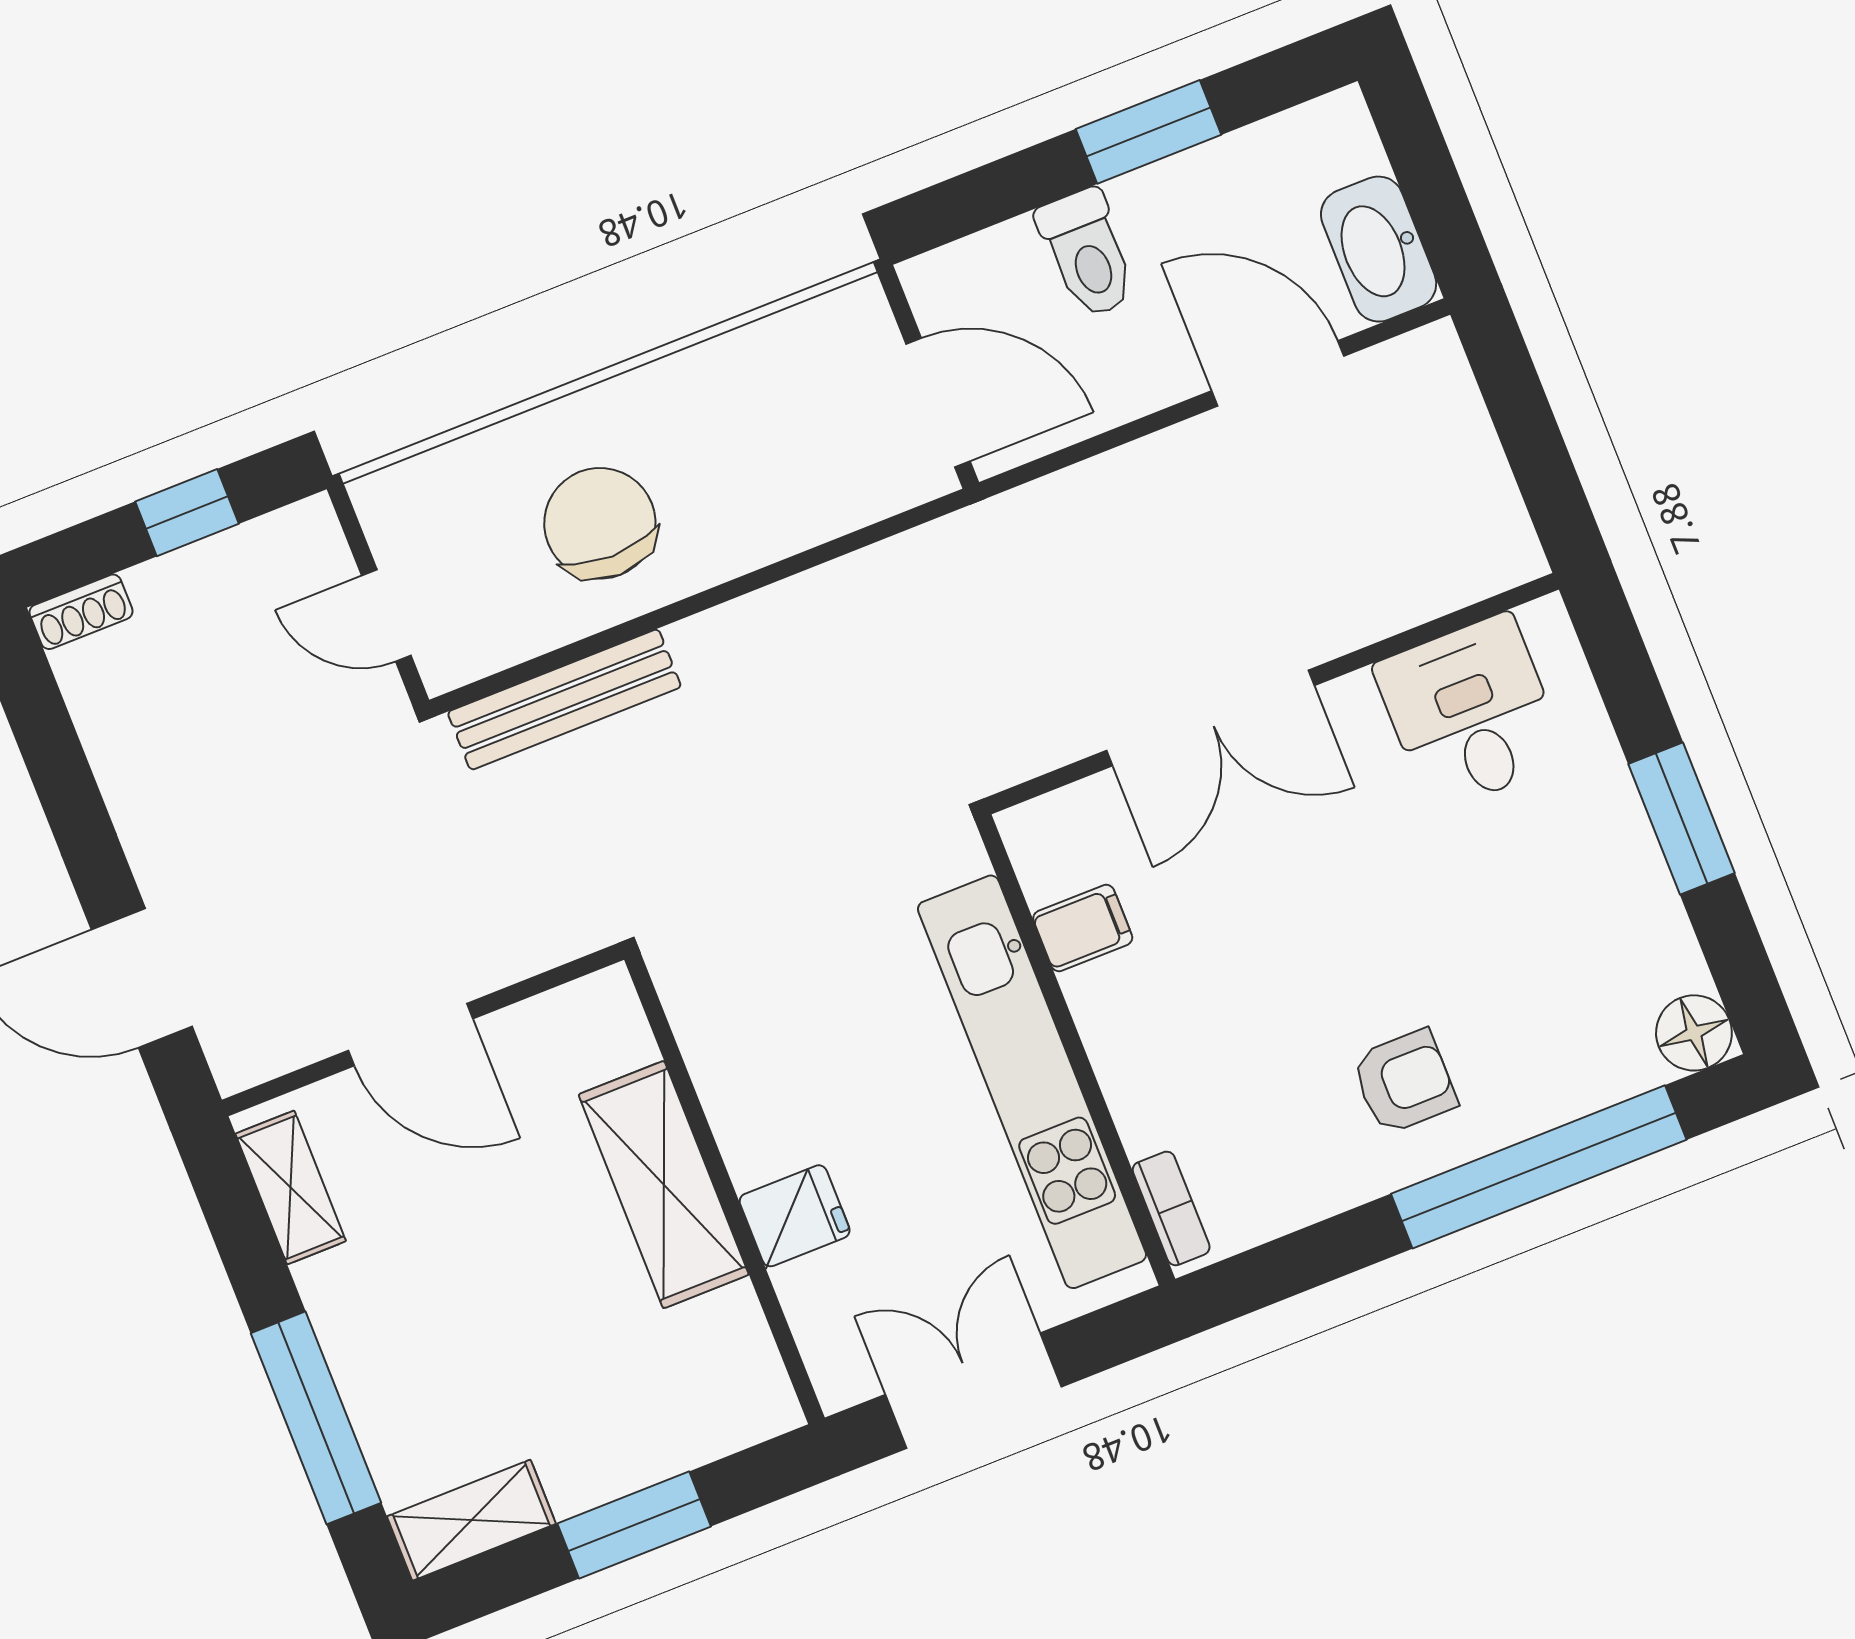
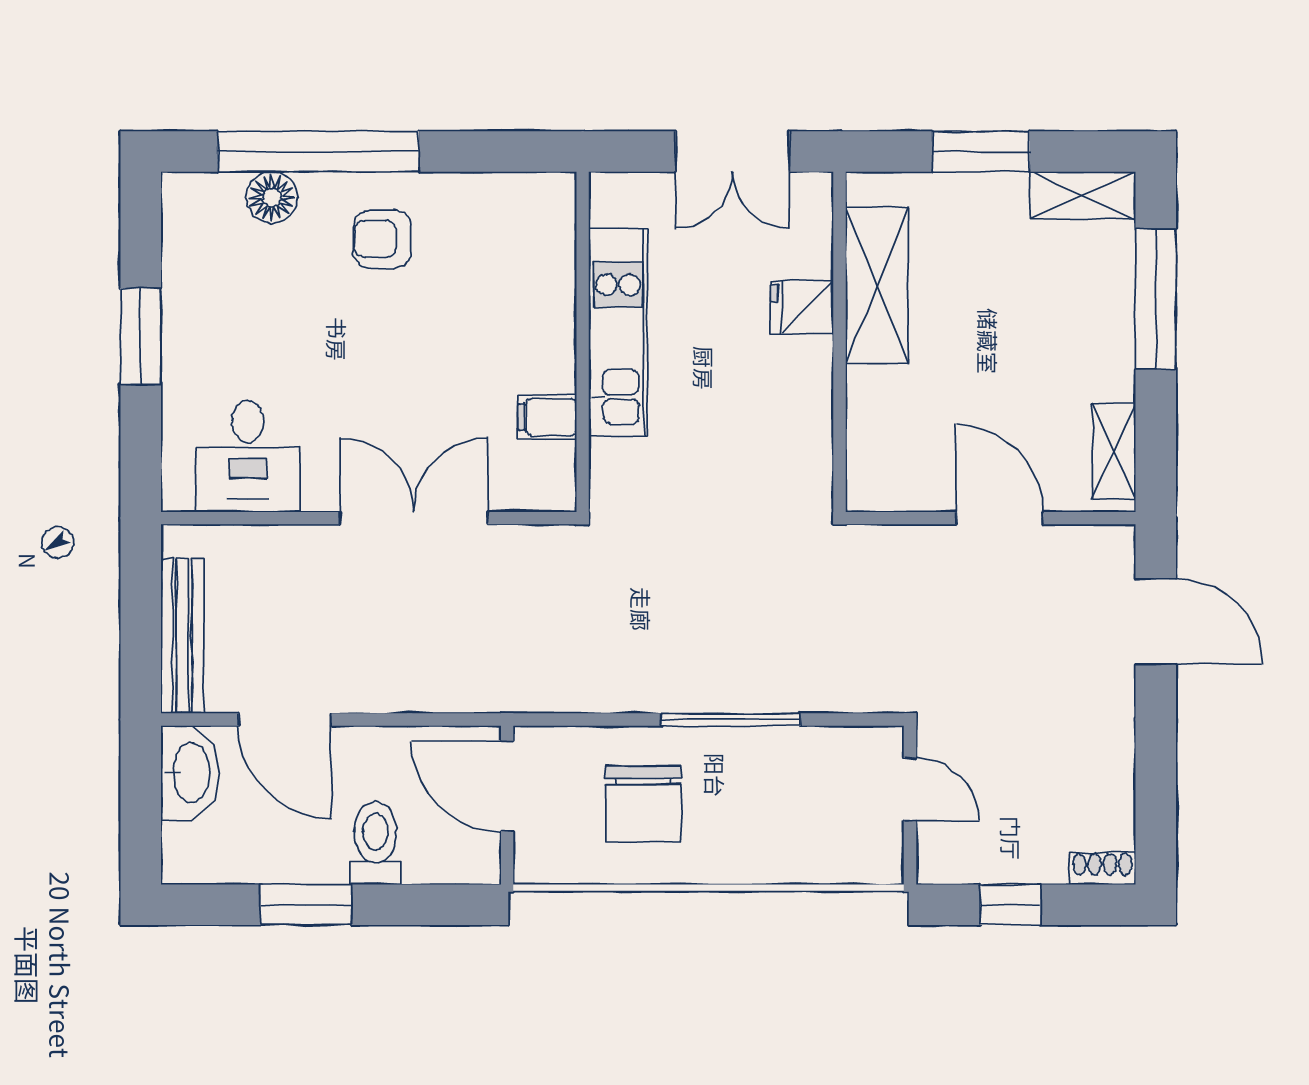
chair: (600, 523) -> (643, 804), moved
window: (669, 614) -> (731, 719), added
bench: (564, 700) -> (182, 636), moved, turned 90
floor lamp: (1694, 1033) -> (272, 197), moved
kitchen unit: (1032, 1082) -> (618, 332), width x0.73
shelving: (664, 1185) -> (877, 285), moved
bookcase: (1171, 1208) -> (562, 217), removed

